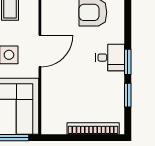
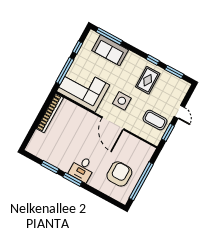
bookcase: (93, 128) -> (50, 113), moved

